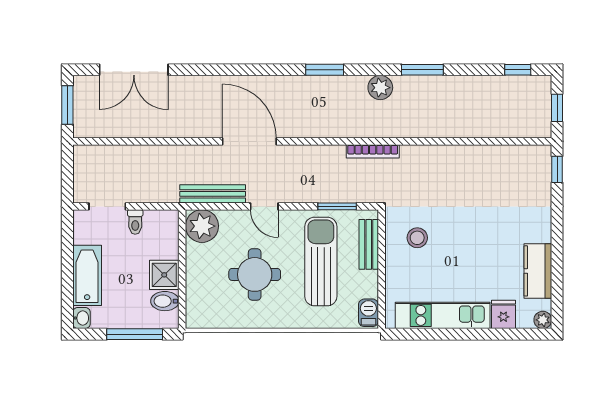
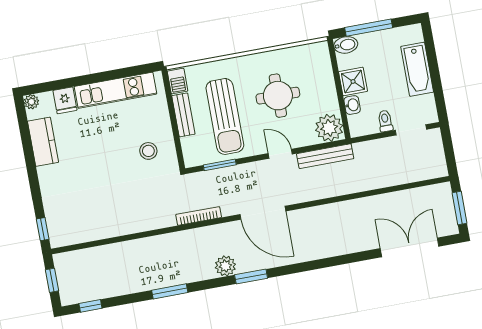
plant: (380, 88) -> (225, 266), moved
door: (249, 141) -> (263, 213), moved
bench: (369, 244) -> (183, 115), moved
bidet: (165, 301) -> (346, 45), moved
washbasin: (81, 318) -> (352, 105), moved, turned 180

